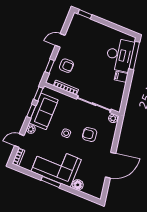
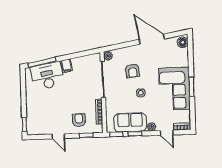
floor lamp: (78, 185) -> (183, 42), moved

